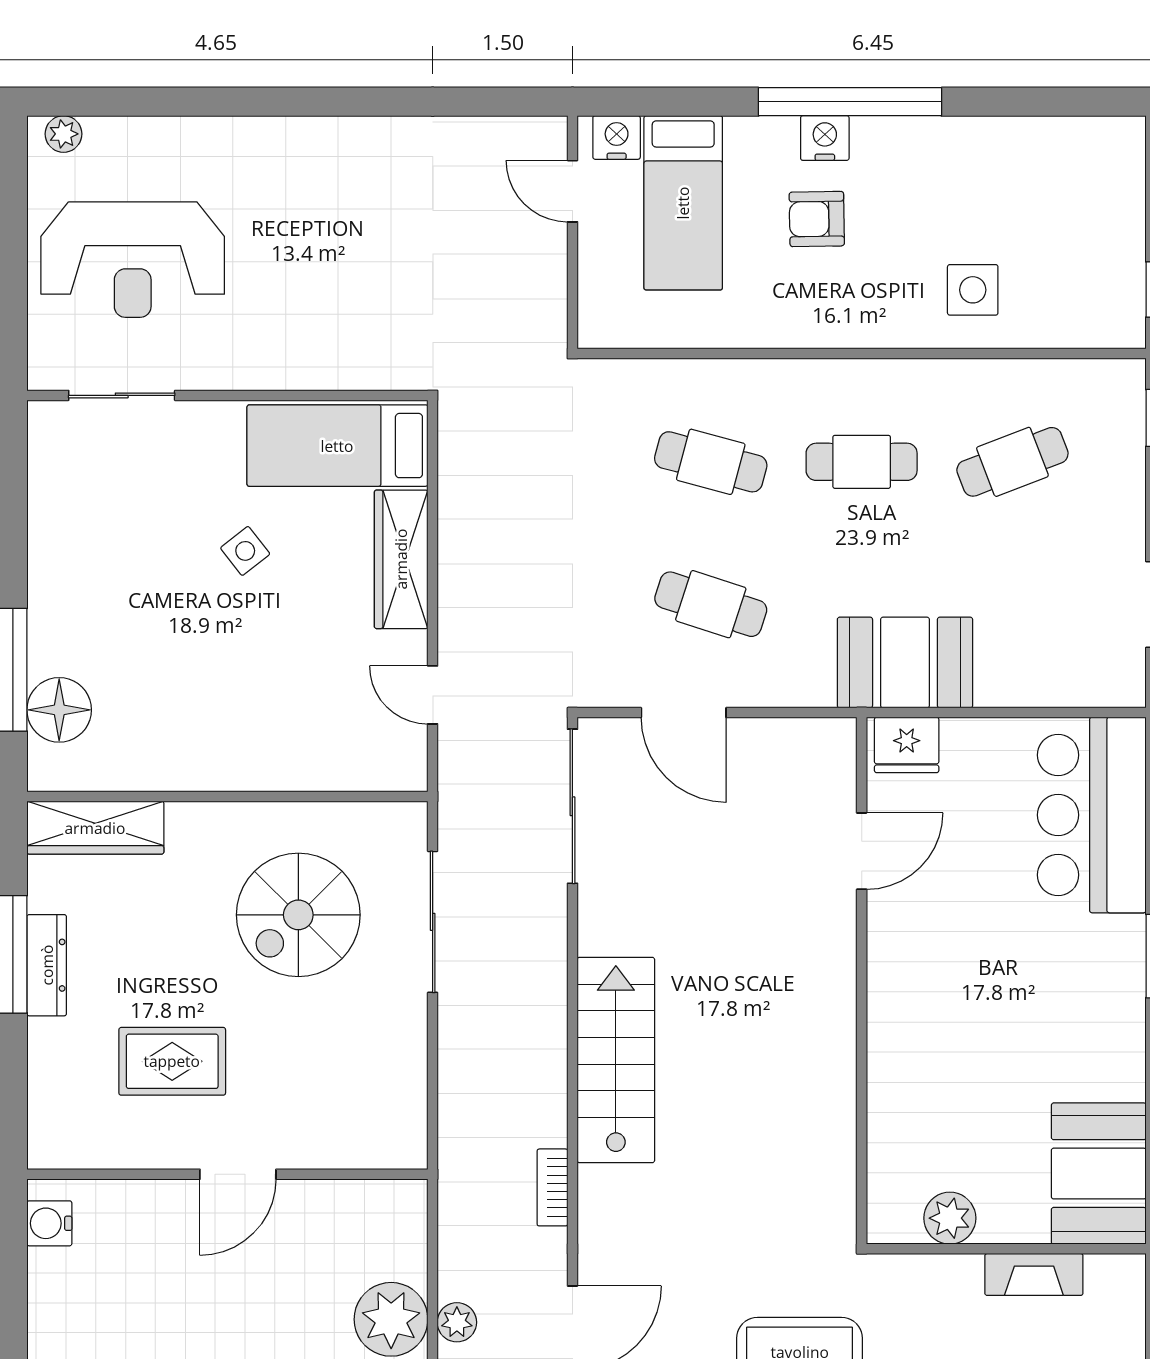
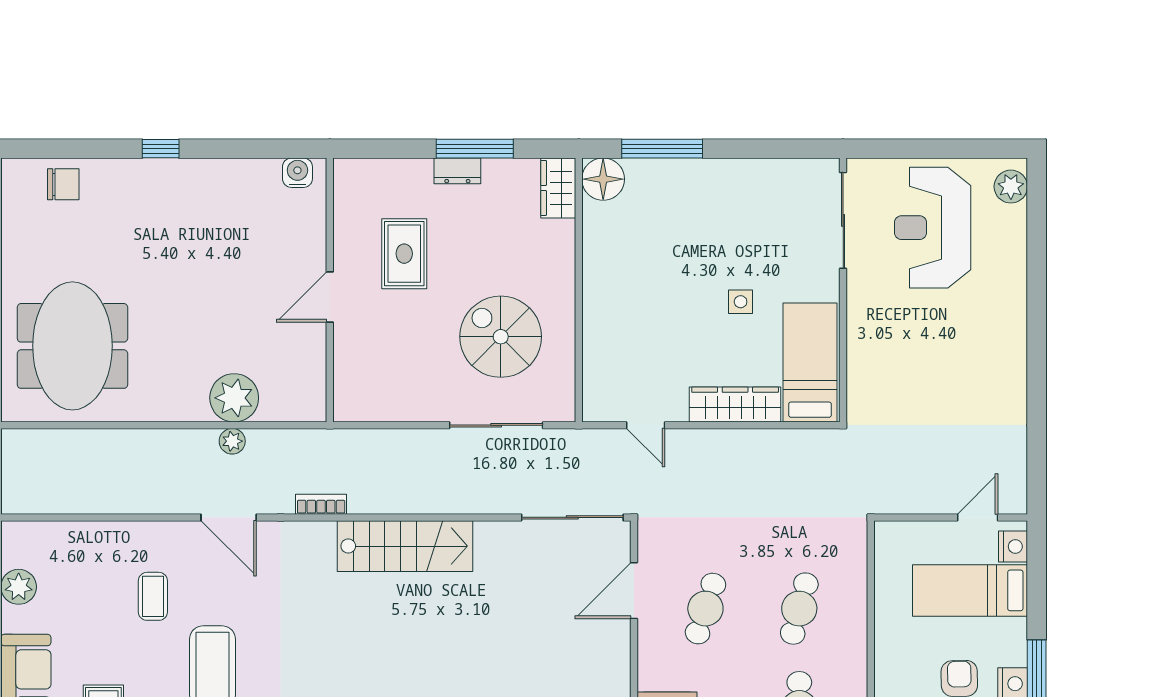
plant: (64, 134) -> (1011, 187), width x1.38, depth x1.38
sliding door: (122, 395) -> (843, 220), width x1.37
side table: (245, 551) -> (741, 302), turned 38
door: (433, 695) -> (646, 425), swing flipped
floor lamp: (59, 710) -> (603, 179), moved
wardrobe: (95, 828) -> (558, 188), width x0.67
dresser: (47, 965) -> (457, 171), width x0.70
door: (238, 1174) -> (330, 297), hinge flipped

